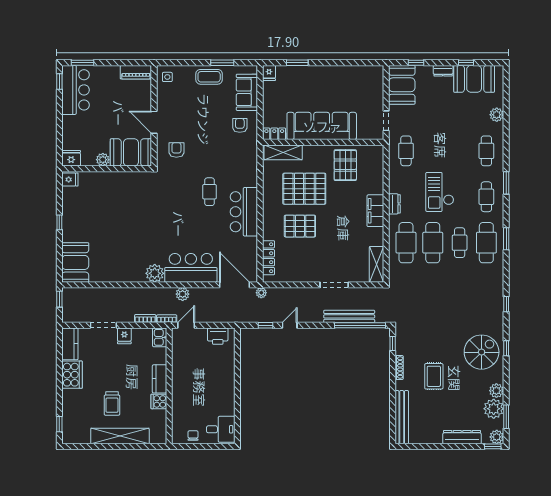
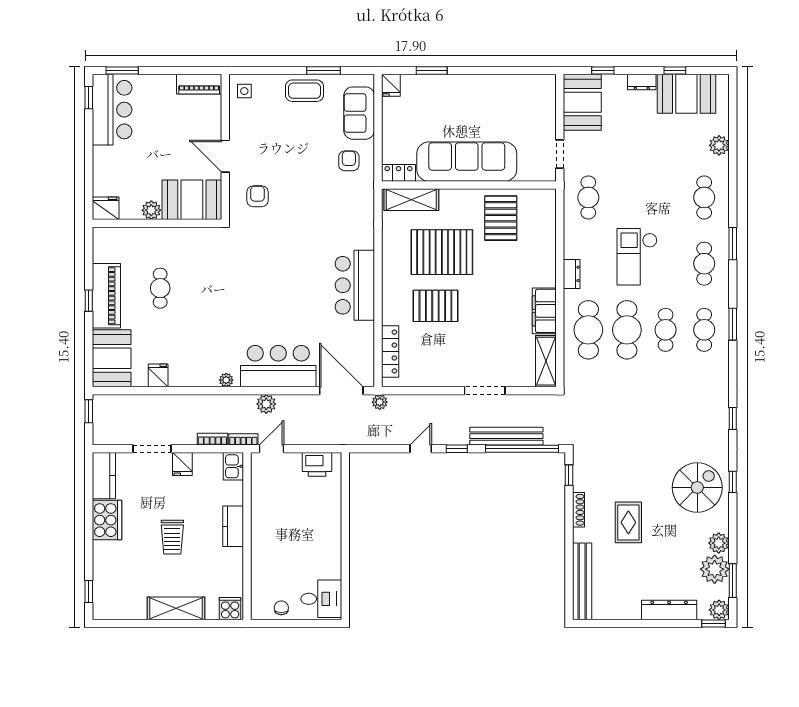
fridge: (70, 179) -> (158, 375), moved, turned -90
cafe table: (210, 192) -> (160, 288), moved
filing cabinet: (375, 211) -> (544, 311), moved
piano: (72, 219) -> (106, 296), added
cafe table: (486, 243) -> (704, 330), width x0.73, depth x0.74
plant: (155, 273) -> (226, 380), width x0.53, depth x0.53
window: (266, 325) -> (457, 449), moved
cooker: (159, 401) -> (230, 609), moved, turned 90
trolley: (112, 403) -> (172, 537), moved
shelving: (120, 436) -> (176, 608), width x0.68

